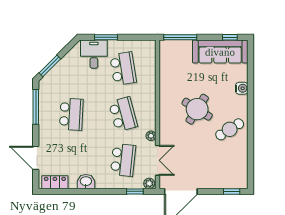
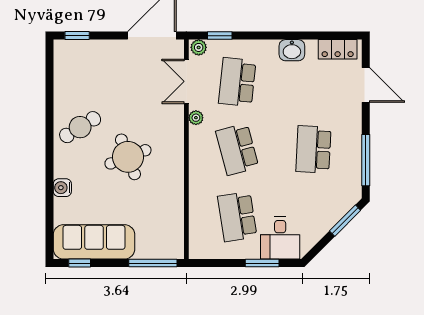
round table: (197, 109) -> (128, 157), turned 37

